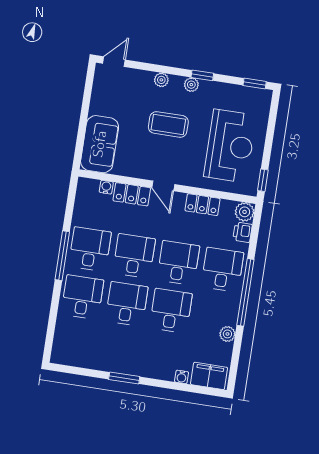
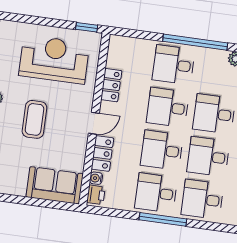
plant: (245, 212) -> (118, 44), removed
printer: (242, 232) -> (96, 195), moved, turned -90

